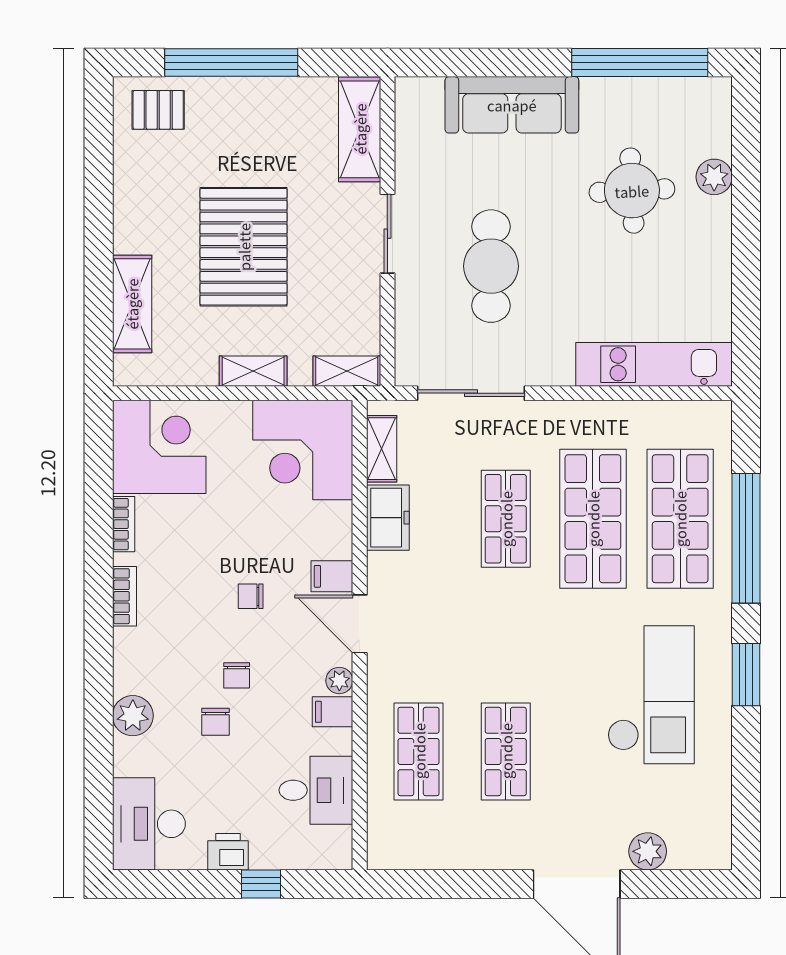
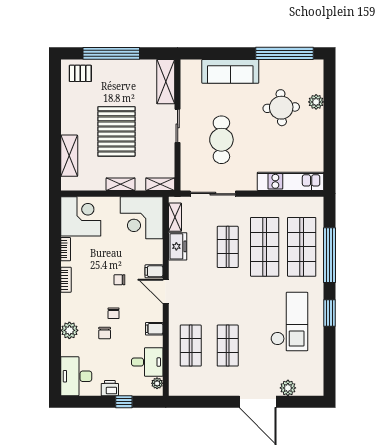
plant: (339, 681) -> (157, 383), moved

